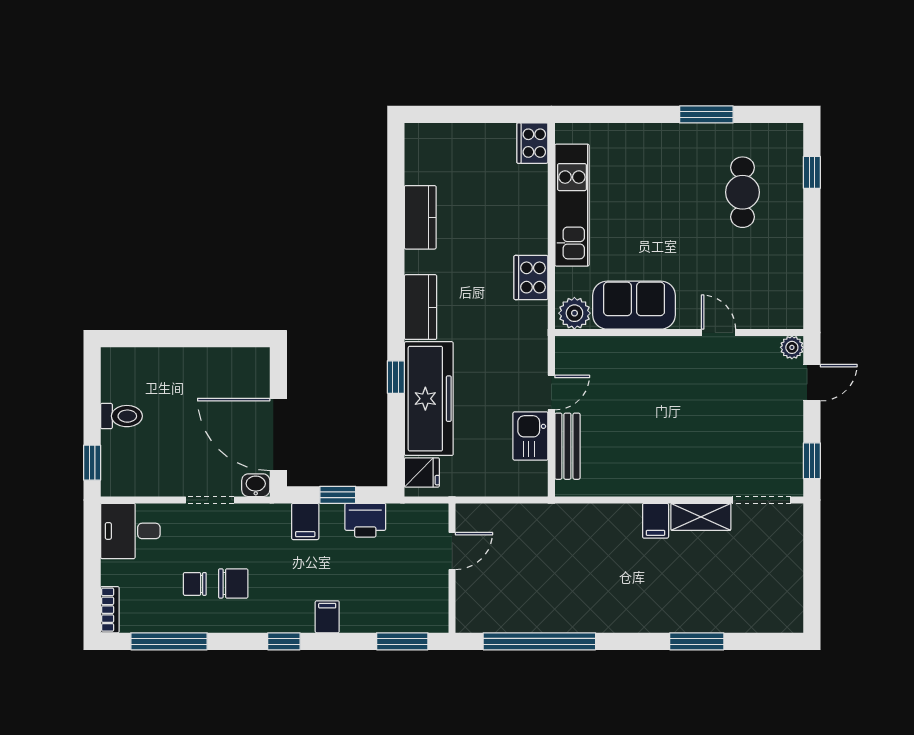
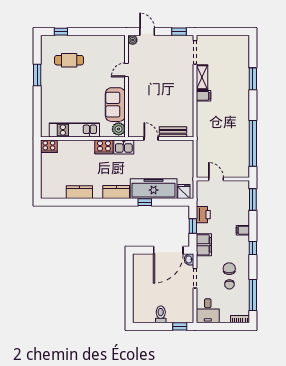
kitchen sink: (530, 436) -> (124, 147), moved
filing cabinet: (305, 521) -> (204, 245), width x2.00

